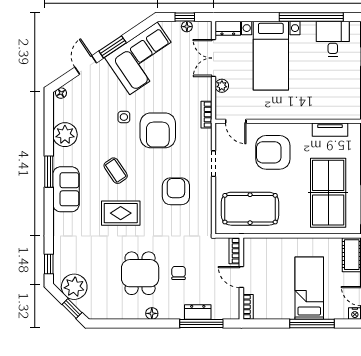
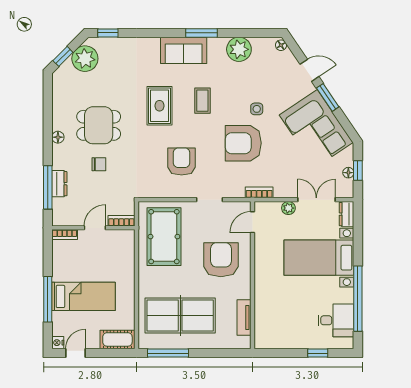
coffee table: (116, 171) -> (202, 101), turned -56
armchair: (176, 191) -> (182, 162), turned -90

